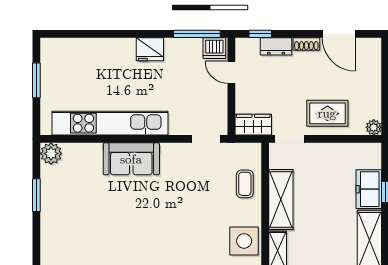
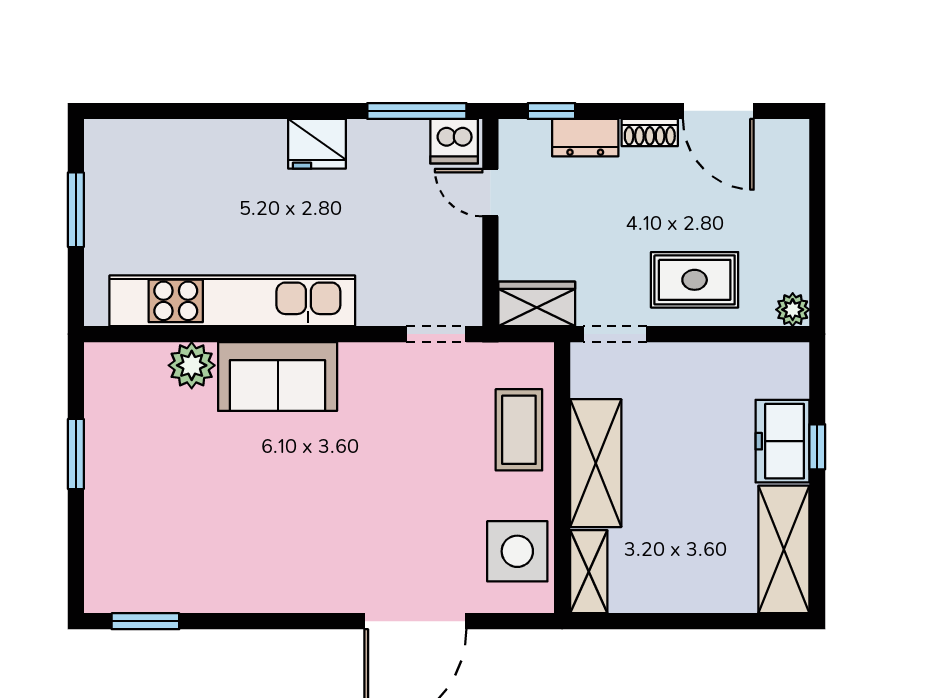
plant: (51, 154) -> (192, 365), moved
coffee table: (245, 184) -> (519, 430), width x1.36, depth x1.30

